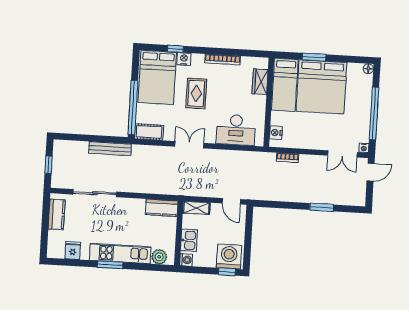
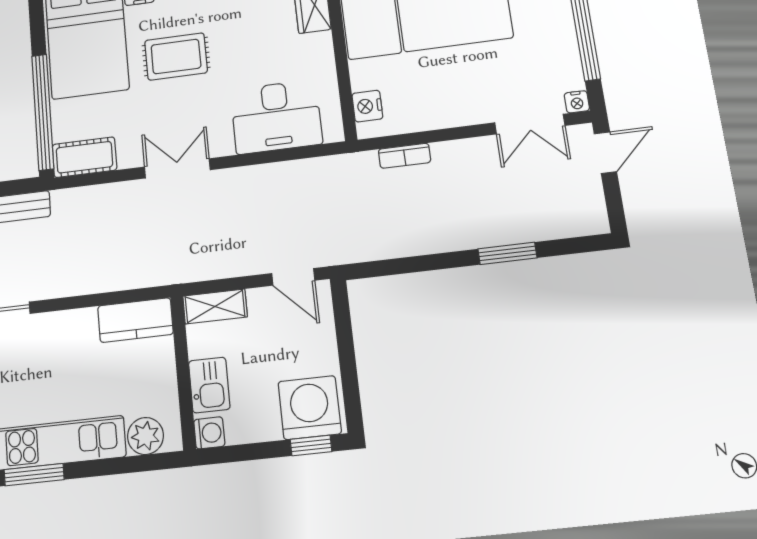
rug: (196, 93) -> (176, 56), turned 90

